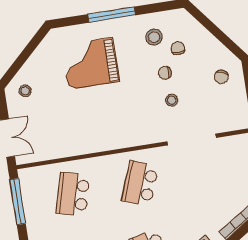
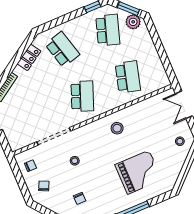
stool: (154, 37) -> (117, 128), moved
chair: (165, 73) -> (30, 166), moved
window: (18, 202) -> (166, 62), removed

